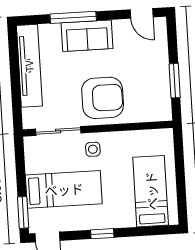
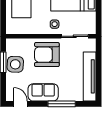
sofa: (87, 36) -> (43, 92), moved
side table: (154, 79) -> (15, 64), added

